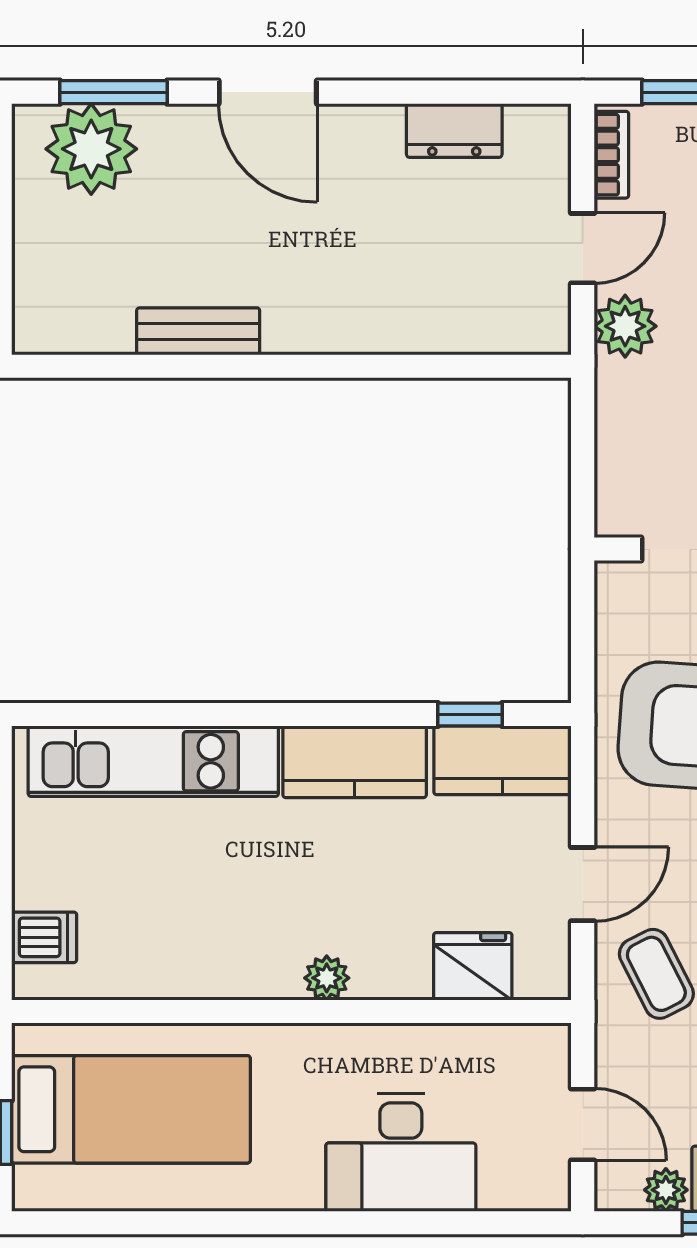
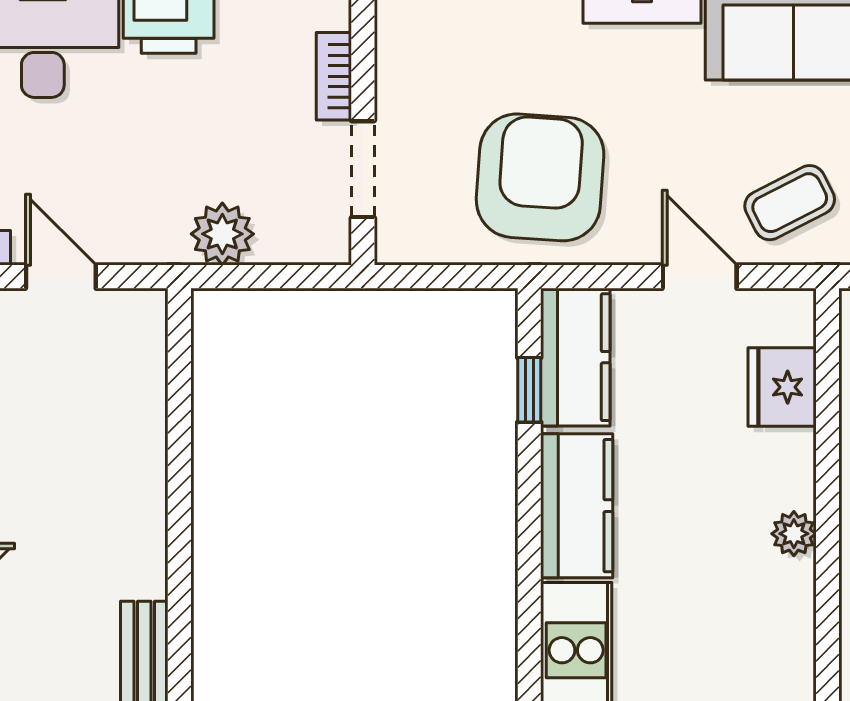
plant: (625, 326) -> (222, 234), moved

